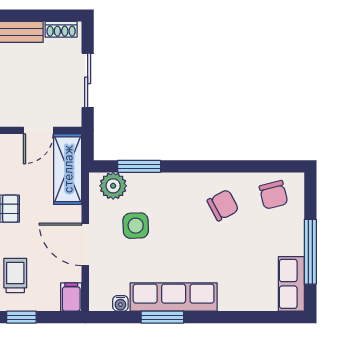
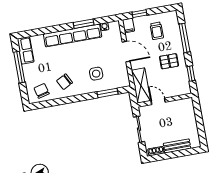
door: (38, 130) -> (158, 101), hinge flipped
plant: (113, 186) -> (118, 82), removed
side table: (136, 226) -> (96, 74), moved
row of seats: (174, 297) -> (73, 35), width x1.36
window: (21, 317) -> (139, 14), moved

